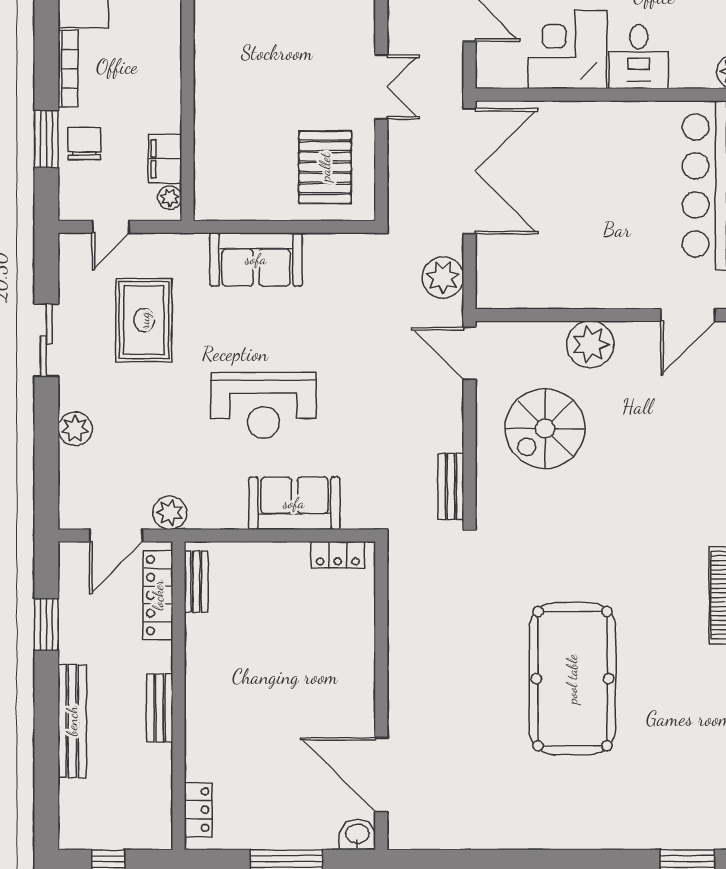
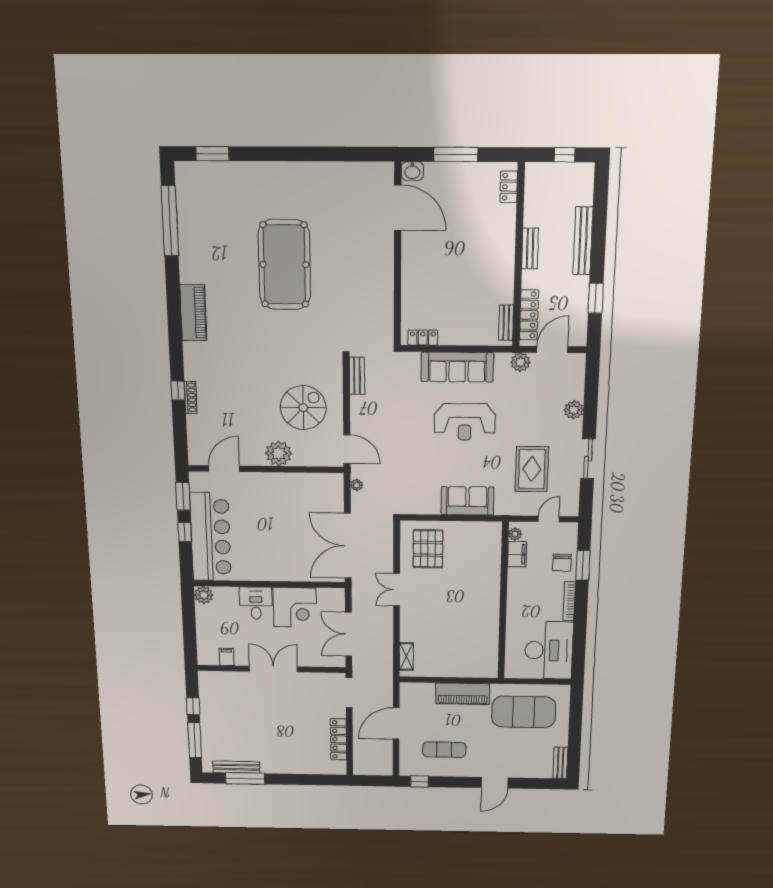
plant: (443, 277) -> (357, 485), width x0.53, depth x0.53
reception desk: (263, 405) -> (465, 422), turned 180
sofa: (294, 503) -> (457, 367), width x1.36

